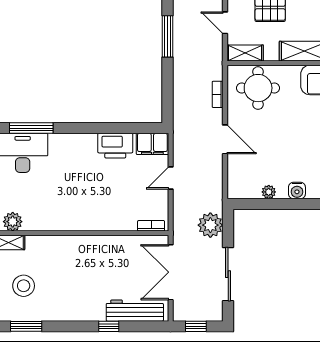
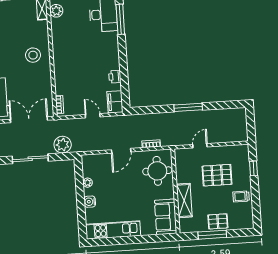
shelving: (245, 53) -> (180, 161), removed
printer: (115, 146) -> (115, 77), width x0.53, depth x0.68
stool: (24, 286) -> (33, 55), moved

